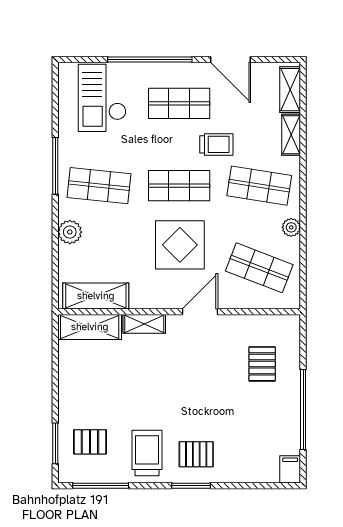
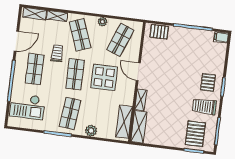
shop shelf: (259, 186) -> (80, 35), turned -30
pallet: (262, 364) -> (159, 32), moved
pallet: (90, 442) -> (195, 134), width x1.50, depth x1.42

